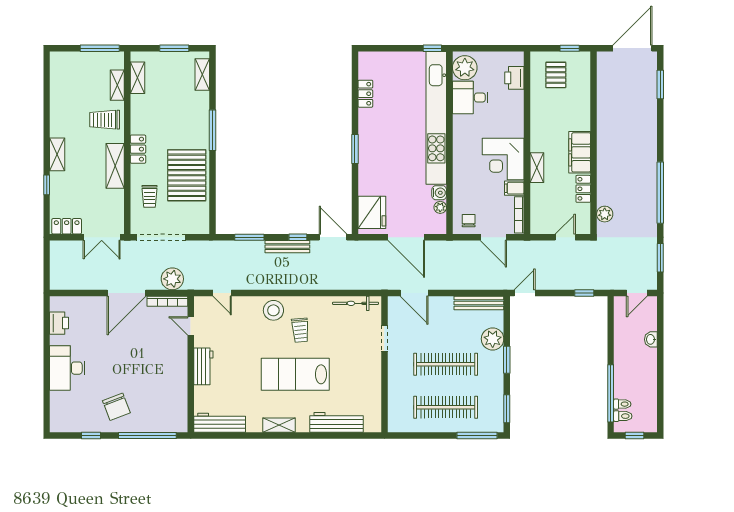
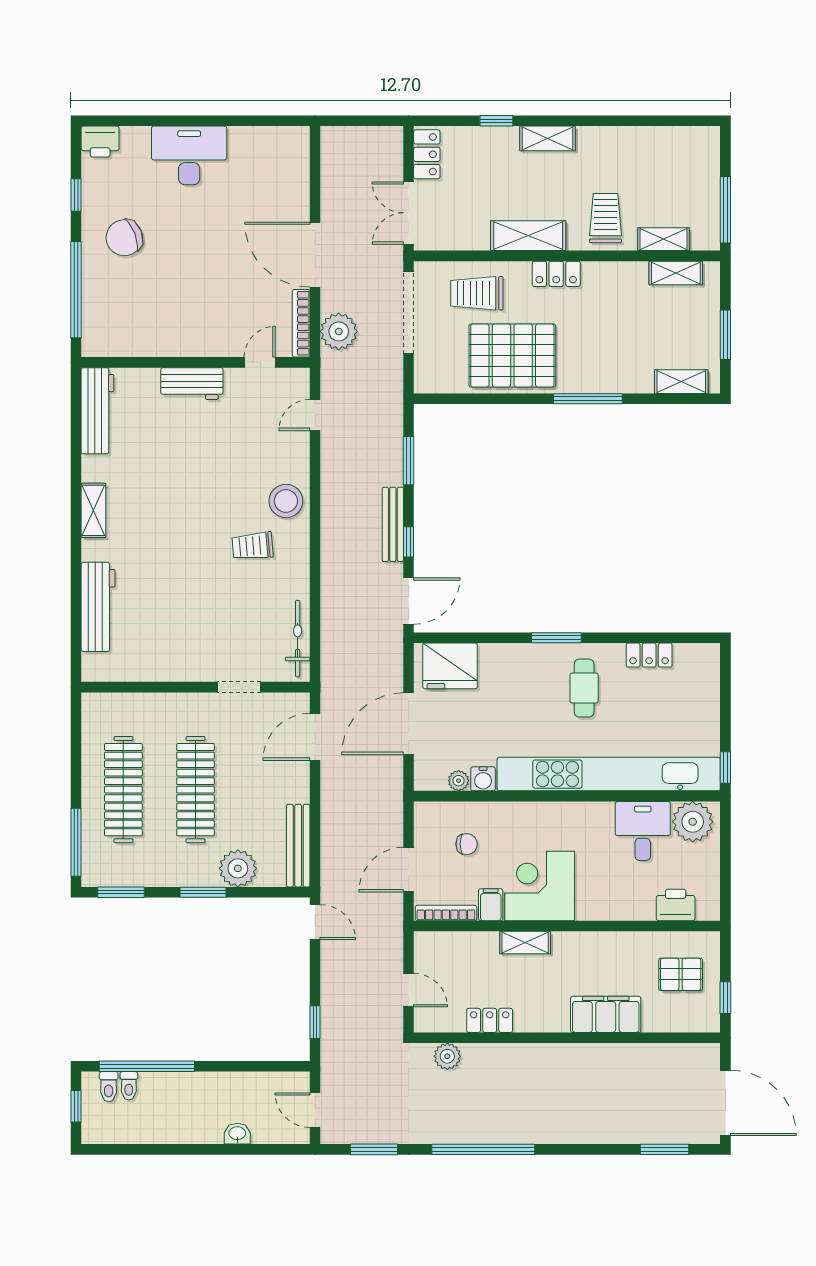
cafe table: (385, 132) -> (584, 688), added
filing cabinet: (580, 152) -> (606, 1014), moved
trolley: (150, 196) -> (477, 293), width x1.36, depth x1.39
chair: (469, 221) -> (467, 844), moved
printer: (59, 323) -> (100, 142), moved
lab bench: (295, 374) -> (179, 538), removed

